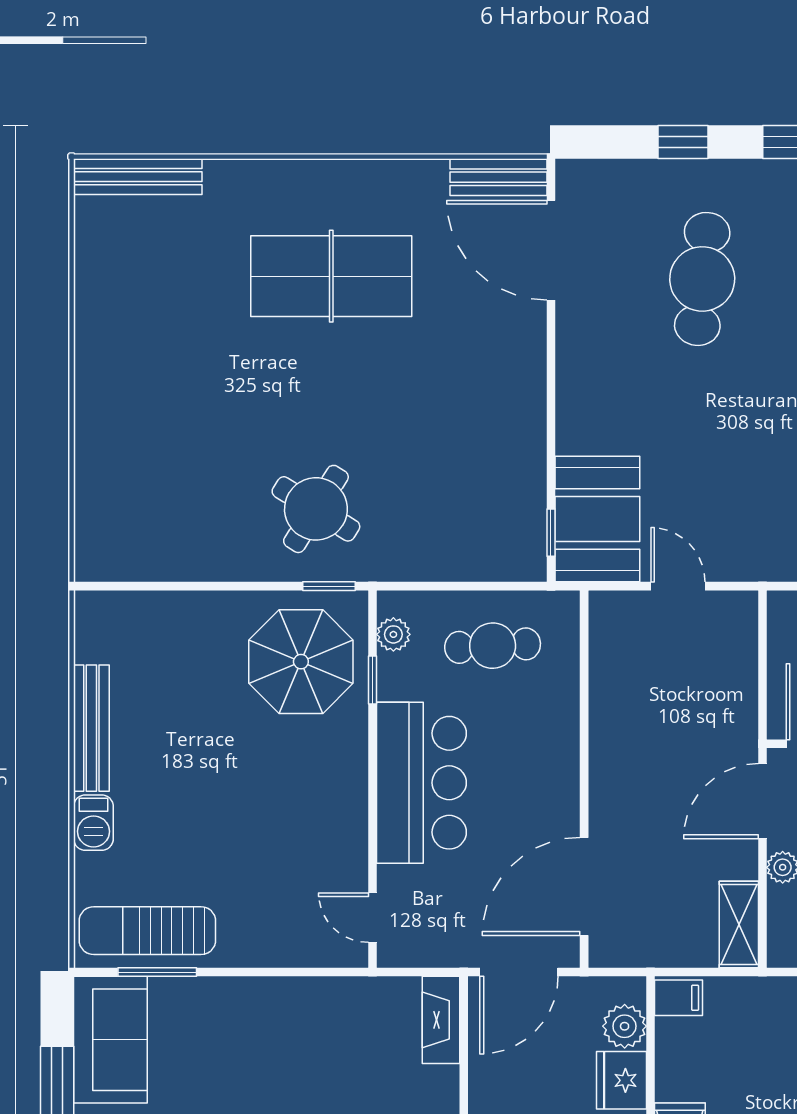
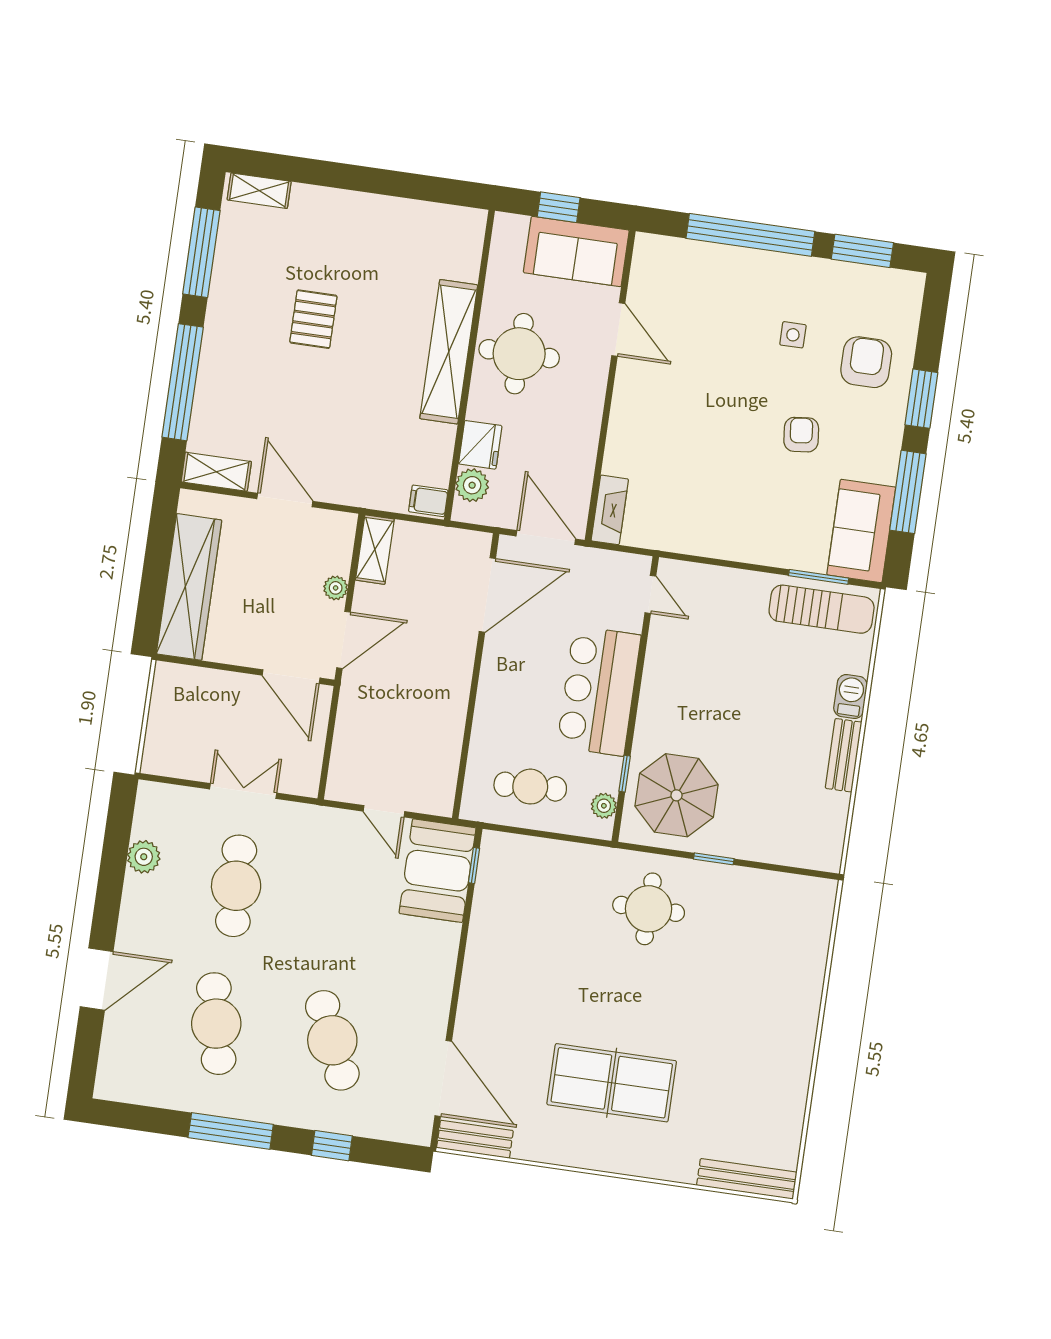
cafe table: (702, 279) -> (332, 1040), turned -30
round table: (316, 509) -> (649, 909), turned -32
window: (329, 586) -> (714, 859), moved
bench: (91, 728) -> (844, 755), width x0.73
door: (519, 972) -> (546, 538), hinge flipped

